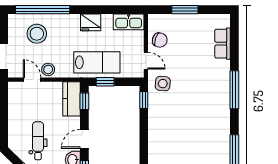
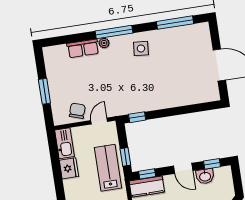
fridge: (91, 22) -> (69, 168), moved
row of seats: (222, 44) -> (83, 48), moved
plant: (225, 78) -> (104, 43), added
side table: (163, 84) -> (141, 49), moved

